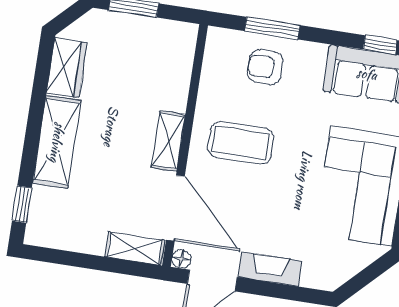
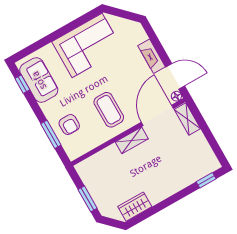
shelving: (57, 142) -> (169, 186), removed

